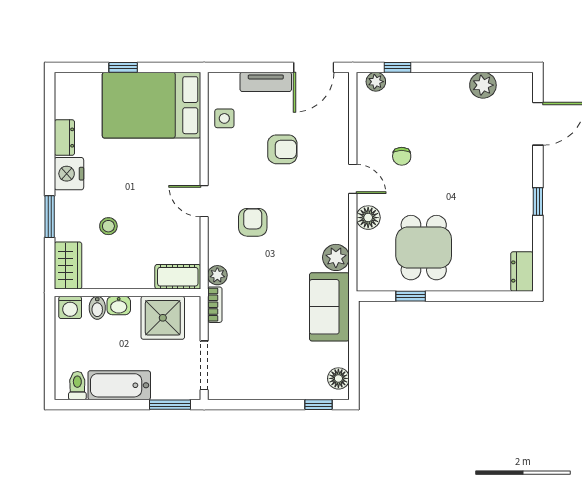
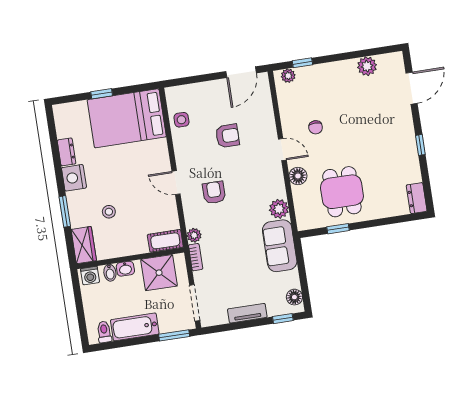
tv unit: (266, 82) -> (247, 313), moved, turned 180

